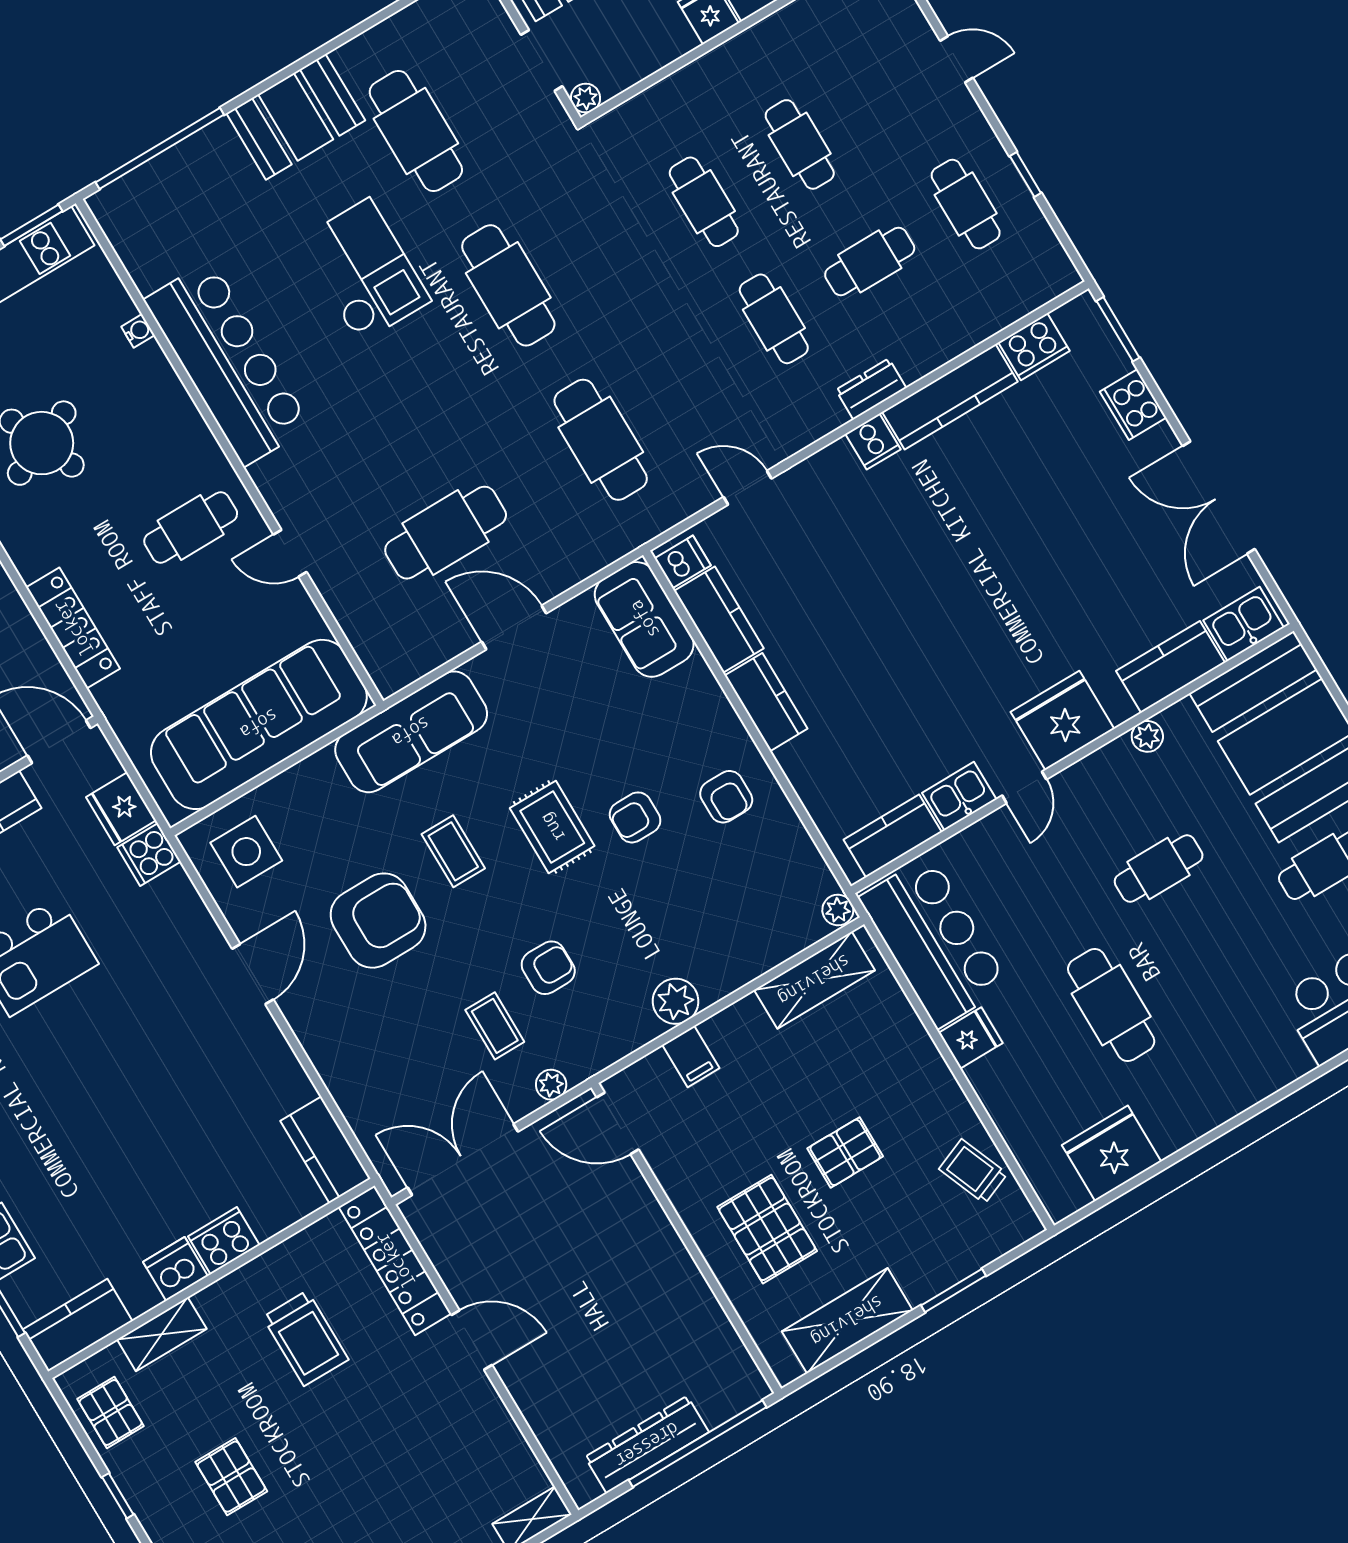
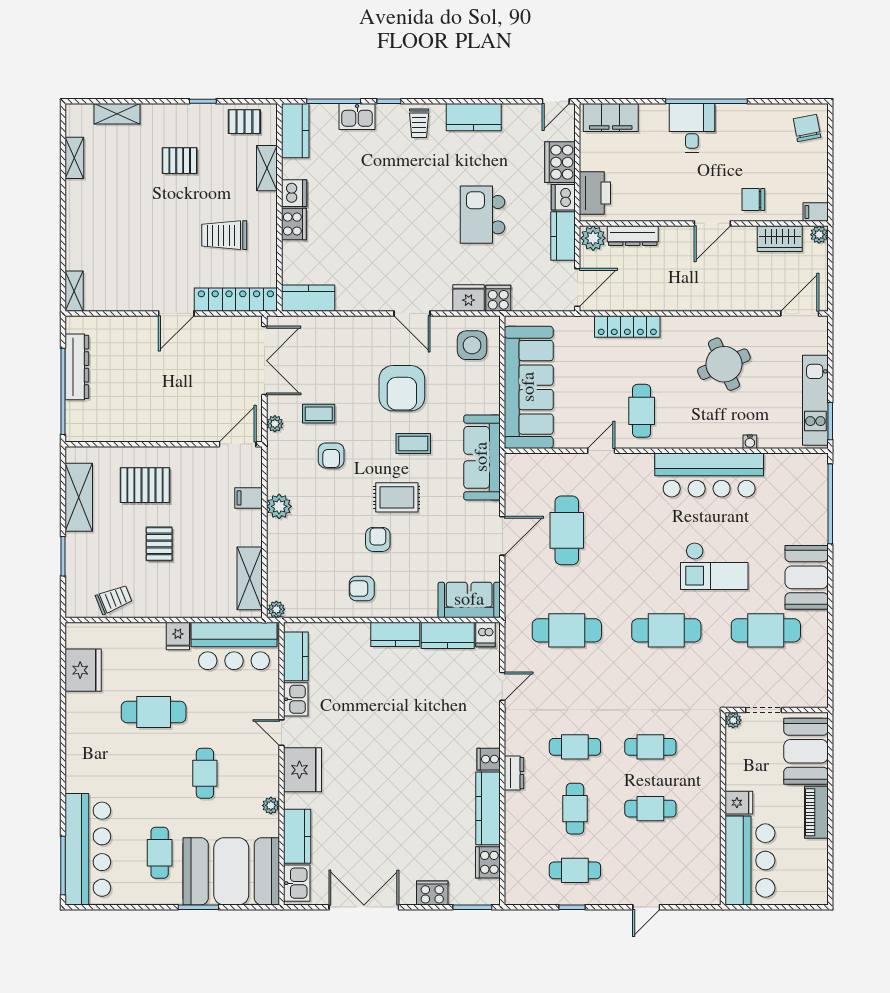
fridge: (121, 809) -> (469, 298), moved

